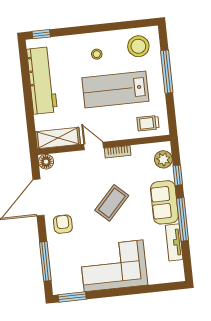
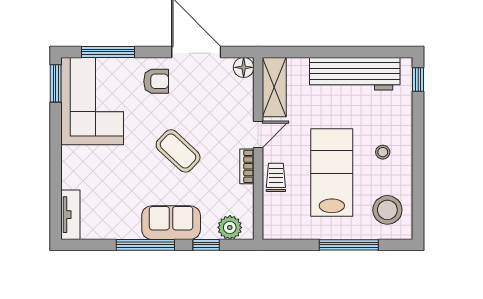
trolley: (148, 123) -> (276, 177), moved
tv unit: (174, 242) -> (70, 215), moved, turned 90
corner sofa: (114, 266) -> (92, 101), moved

